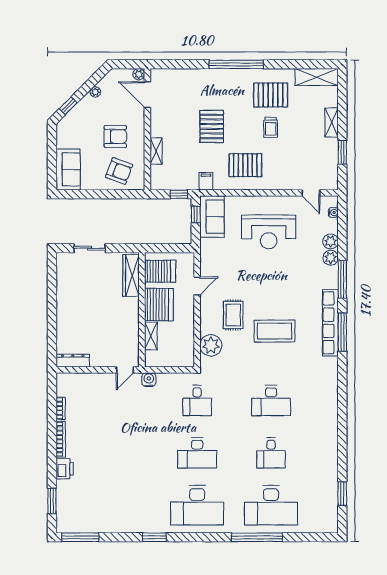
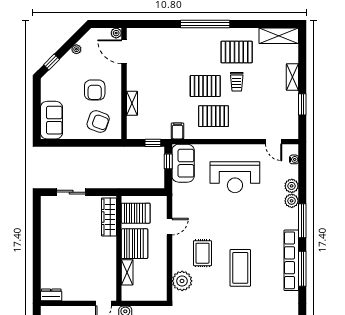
pallet: (212, 126) -> (205, 86), moved, turned 90
armchair: (115, 136) -> (95, 90), turned 90
coffee table: (275, 331) -> (240, 268), turned 90
dresser: (73, 361) -> (51, 295), width x0.70

